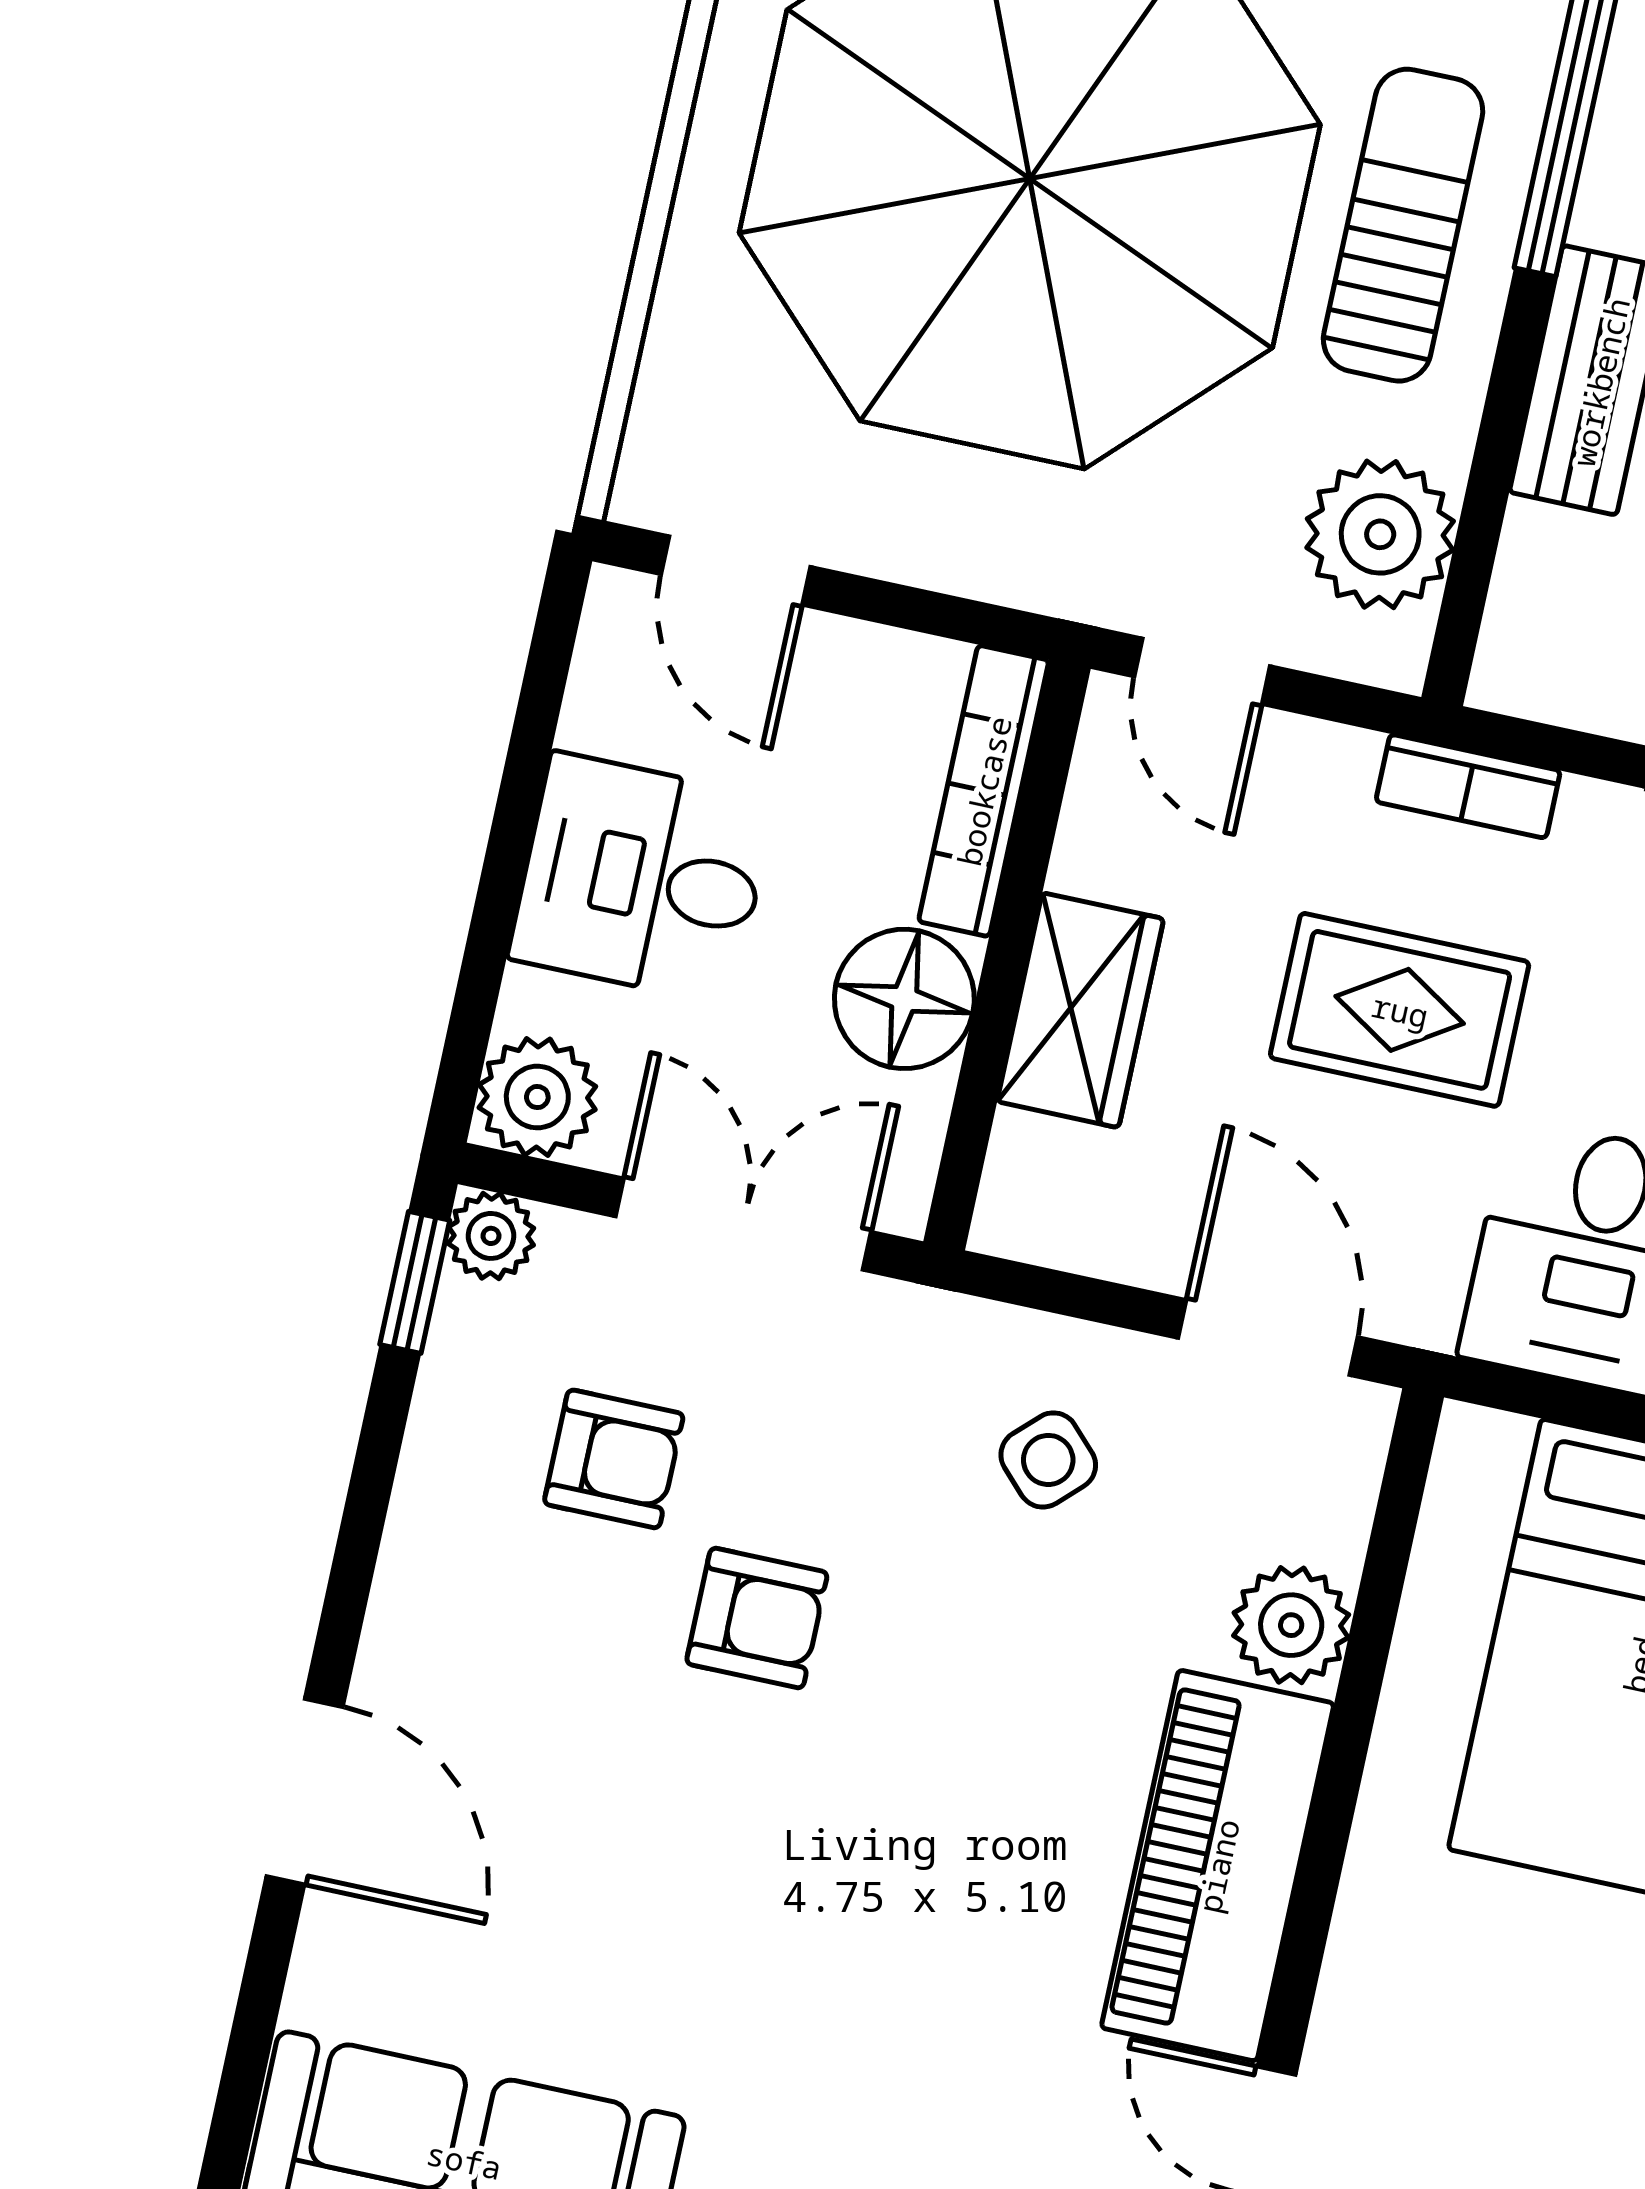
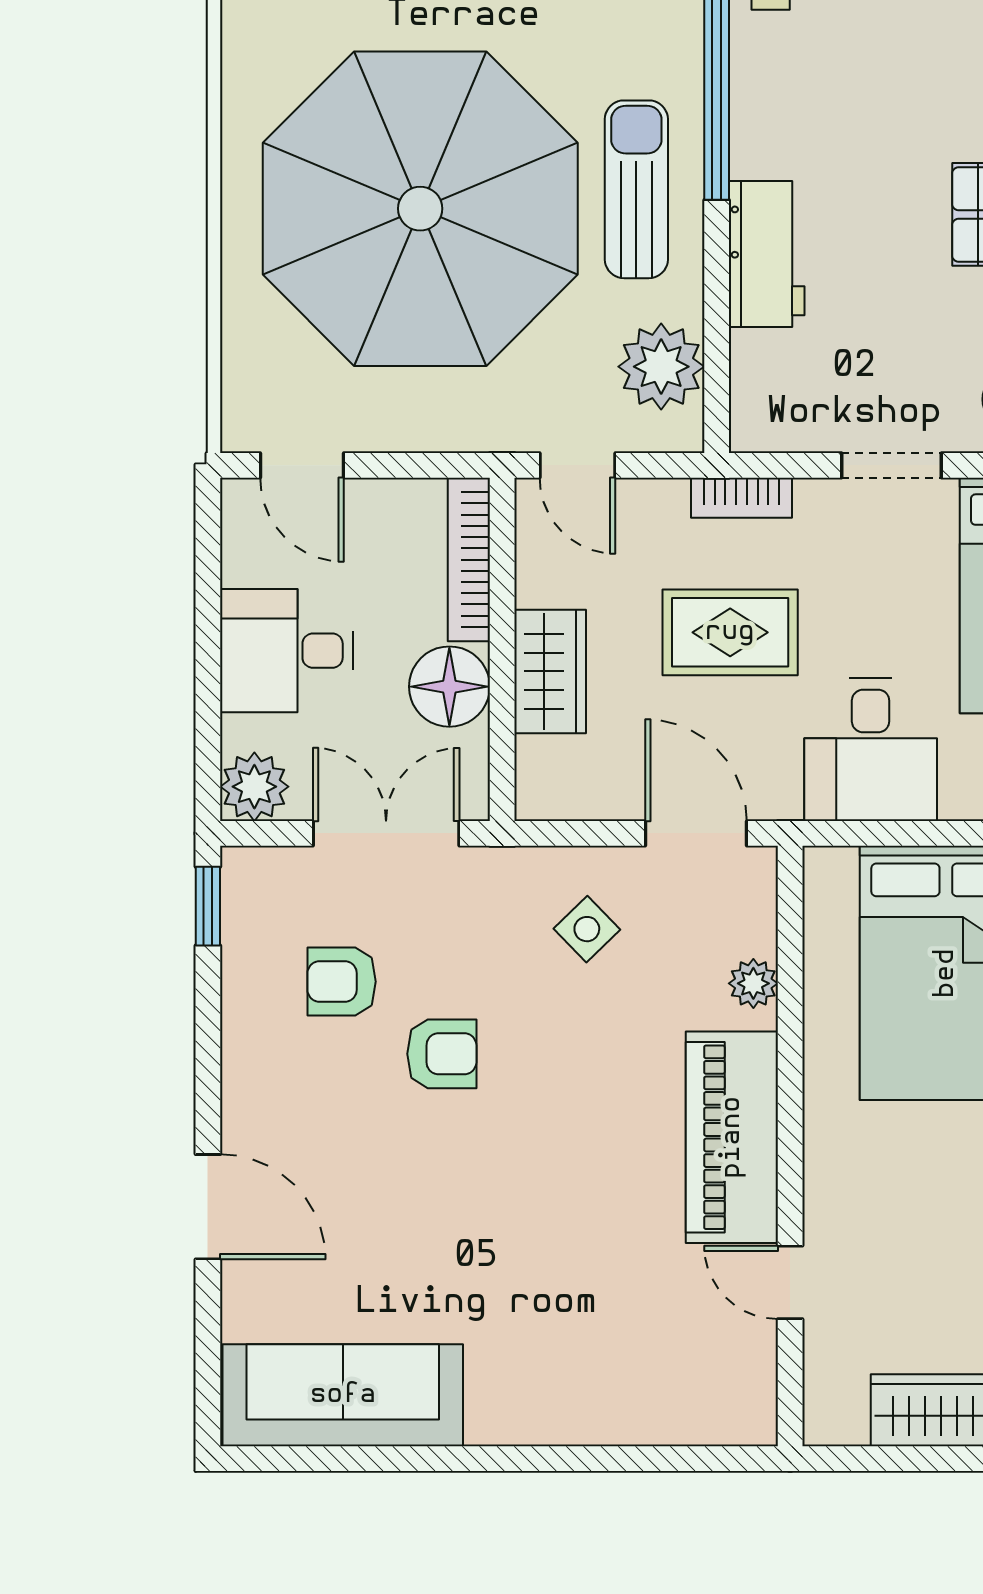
plant: (491, 1236) -> (245, 871), removed
armchair: (614, 1459) -> (342, 982), turned 180
plant: (1291, 1625) -> (753, 983), width x0.73, depth x0.73

